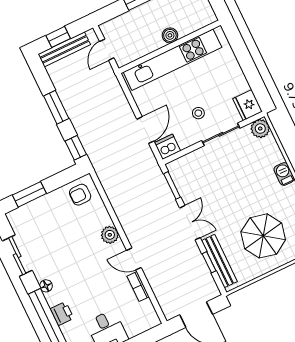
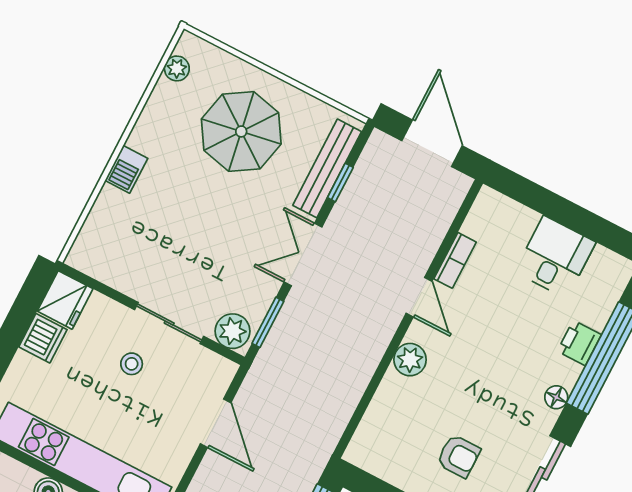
plant: (260, 129) -> (232, 331), moved
door: (145, 130) -> (216, 423), swing flipped
sliding door: (221, 134) -> (169, 323), moved
dishwasher: (167, 147) -> (43, 338), moved, turned -90
armchair: (80, 195) -> (459, 456), moved

